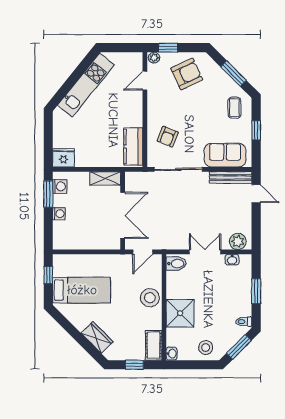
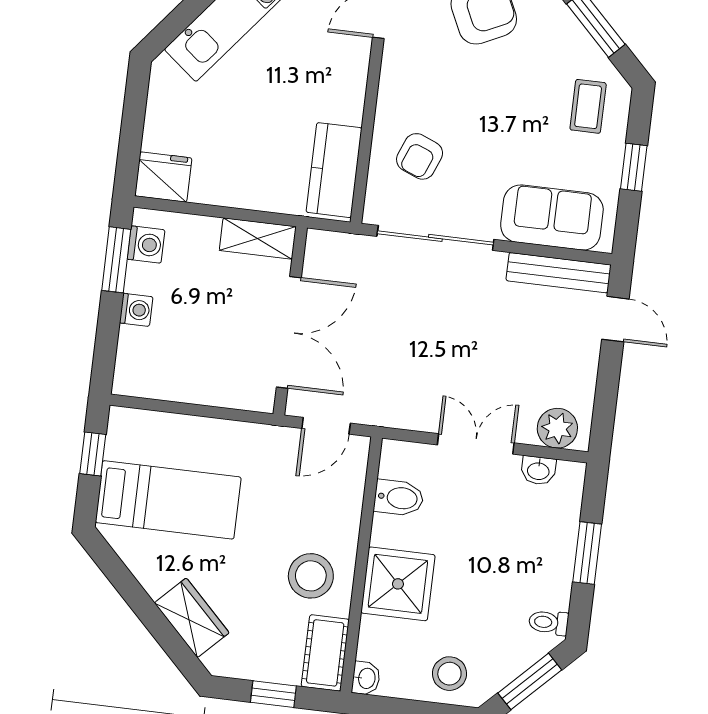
bidet: (176, 263) -> (399, 498), moved
stool: (150, 298) -> (311, 576), moved

